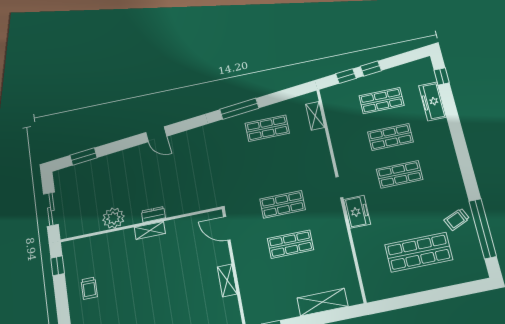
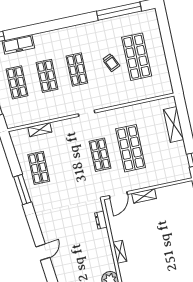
shelving: (315, 116) -> (40, 130), moved
freezer: (357, 212) -> (106, 100), removed
dresser: (153, 214) -> (101, 220), moved
trolley: (457, 219) -> (111, 63), moved
shop shelf: (291, 244) -> (131, 148), width x1.43, depth x1.36
shelving: (227, 280) -> (144, 196), moved

